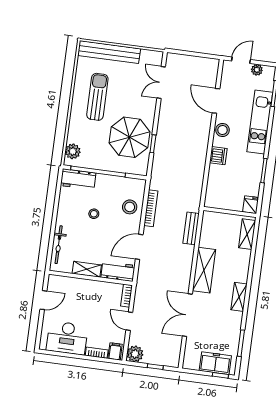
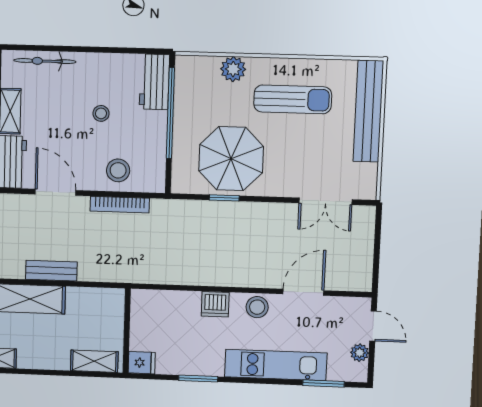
double door: (161, 82) -> (326, 201), swing flipped
plant: (73, 151) -> (233, 69), moved
bench: (191, 228) -> (51, 271), moved

